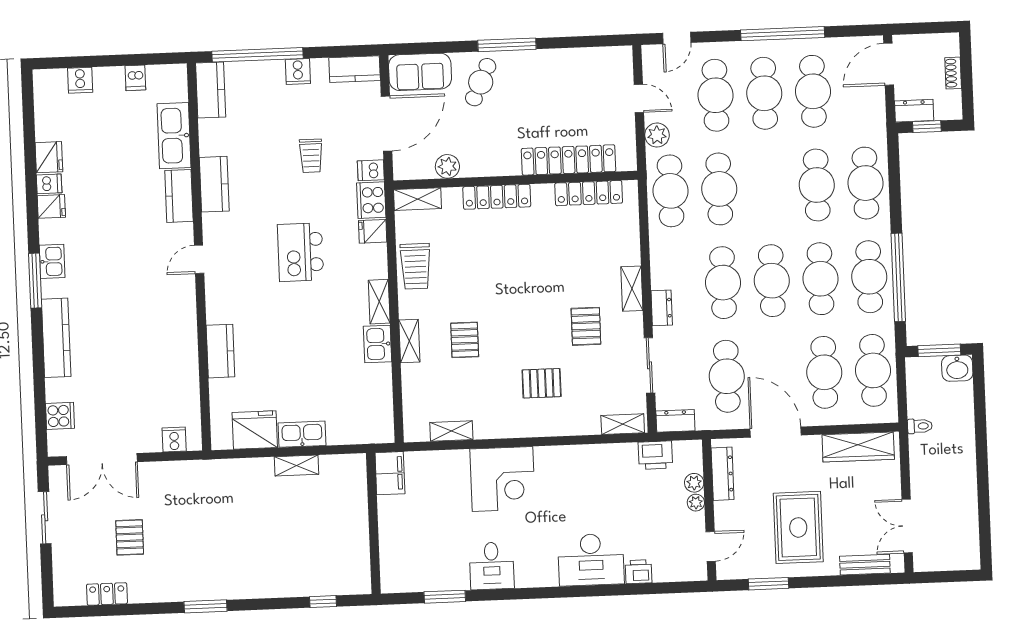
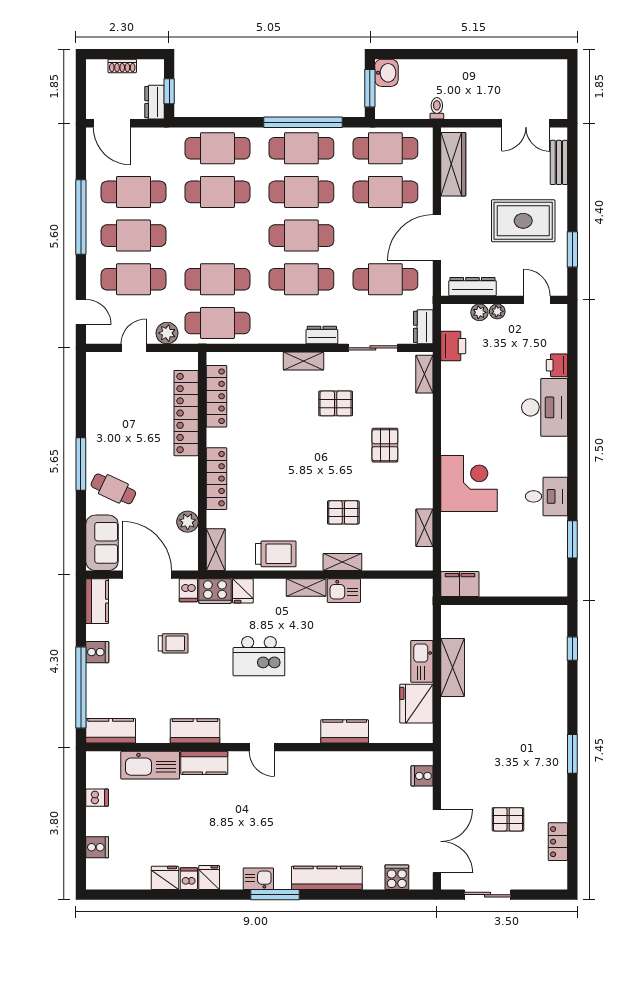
shelving: (296, 466) -> (453, 667), width x1.50, depth x1.33

